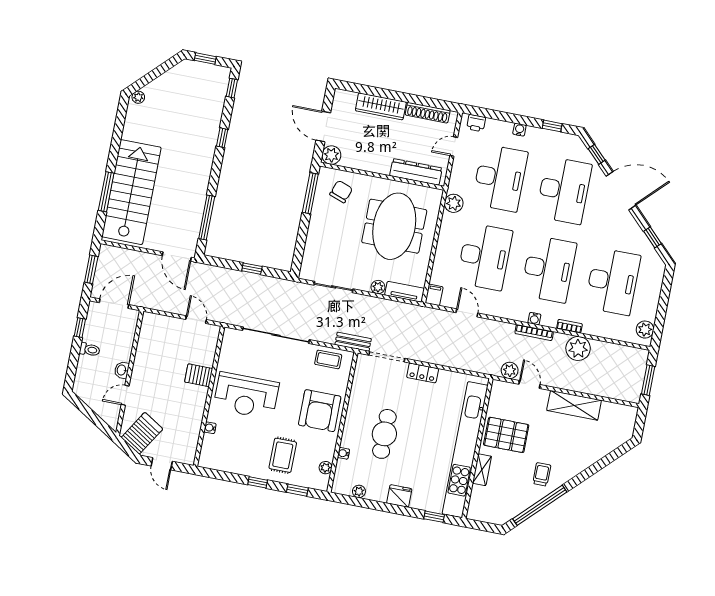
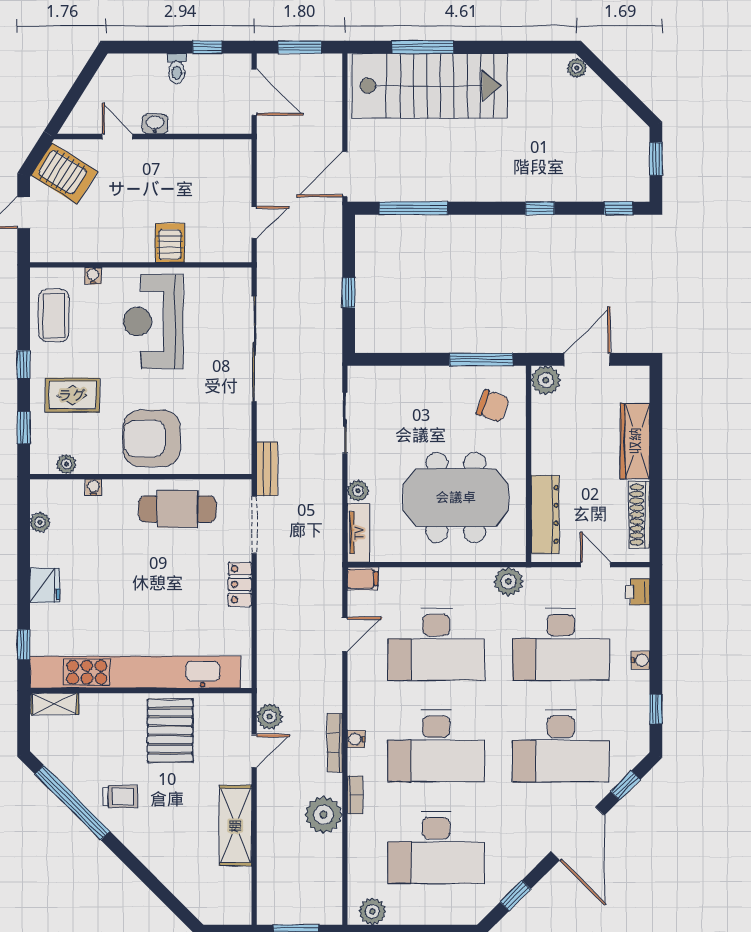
coffee table: (328, 359) -> (54, 315), moved, width x1.36, depth x1.30
cafe table: (384, 434) -> (177, 509), moved
shelving: (482, 470) -> (55, 704), moved

